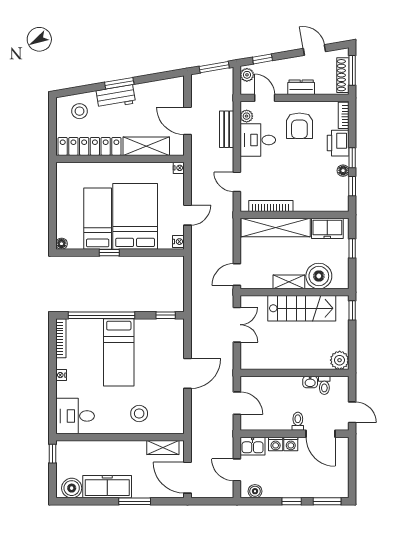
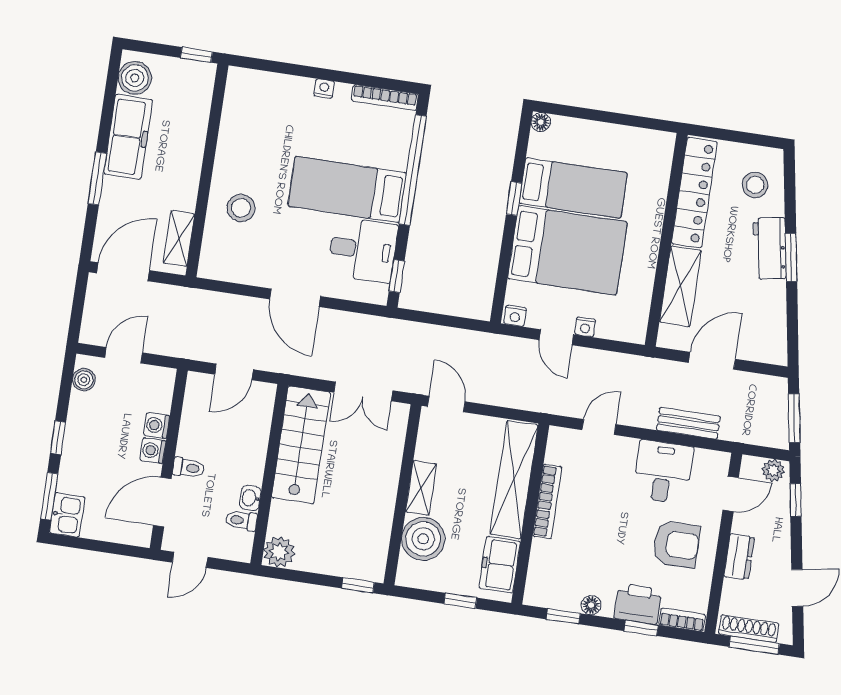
plant: (247, 116) -> (705, 459), removed
armchair: (299, 126) -> (676, 544), turned 180
window: (352, 158) -> (641, 628), moved
nightstand: (179, 168) -> (585, 327), moved
bookcase: (271, 206) -> (547, 501), moved
stairs: (302, 308) -> (301, 445), moved, turned 180
desk: (75, 416) -> (363, 250), moved, turned 90
kitchen sink: (253, 446) -> (67, 515), moved, turned 180

